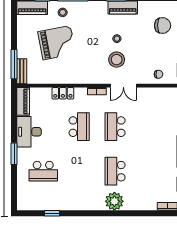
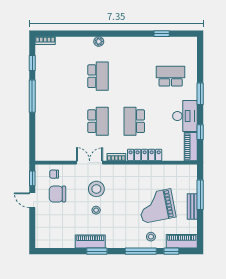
chair: (163, 25) -> (57, 194), moved
window: (14, 64) -> (200, 195), moved
bench: (22, 71) -> (192, 206), moved
locker: (63, 93) -> (145, 155), width x1.53
window: (14, 116) -> (200, 132), added
plant: (114, 201) -> (99, 42), width x0.53, depth x0.53

